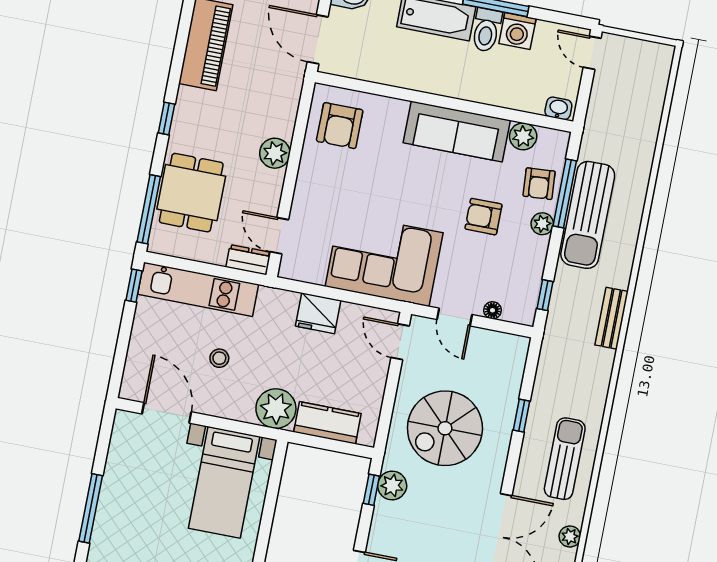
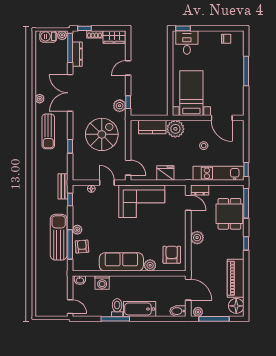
washing machine: (517, 31) -> (102, 283), moved, turned 180
plant: (523, 136) -> (150, 265), moved
armchair: (483, 217) -> (103, 228), removed
bench: (612, 318) -> (63, 186), moved

